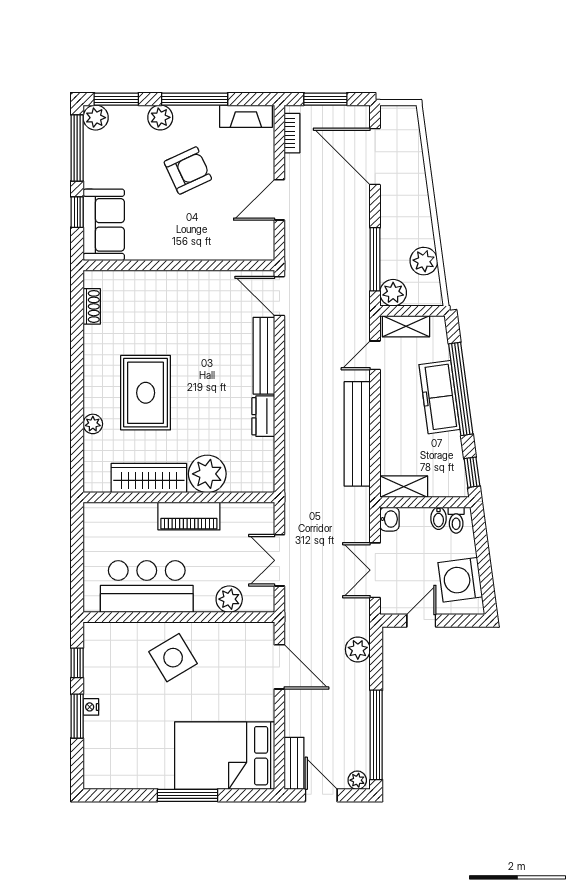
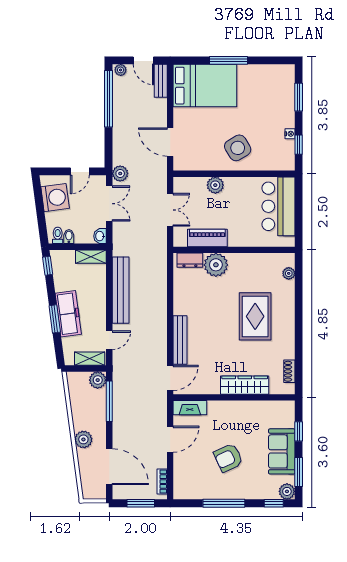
window: (116, 99) -> (274, 503), width x0.67
fireplace: (246, 116) -> (190, 408), moved, turned 180
plant: (160, 117) -> (246, 491), removed
window: (77, 148) -> (299, 472), width x0.69
sofa: (104, 225) -> (282, 451), moved
plant: (424, 261) -> (83, 439), moved
door: (279, 296) -> (170, 378), hinge flipped
window: (461, 389) -> (55, 319), width x0.47
dresser: (263, 416) -> (190, 260), moved, turned 90
plant: (93, 424) -> (289, 273), moved
wardrobe: (149, 478) -> (245, 385), moved, turned 180
piano: (189, 516) -> (207, 238), moved
bar counter: (147, 587) -> (278, 206), moved, turned 90
plant: (229, 599) -> (215, 185), moved
plant: (358, 649) -> (120, 173), moved
nightstand: (91, 707) -> (290, 134), moved
window: (77, 716) -> (299, 97), moved

